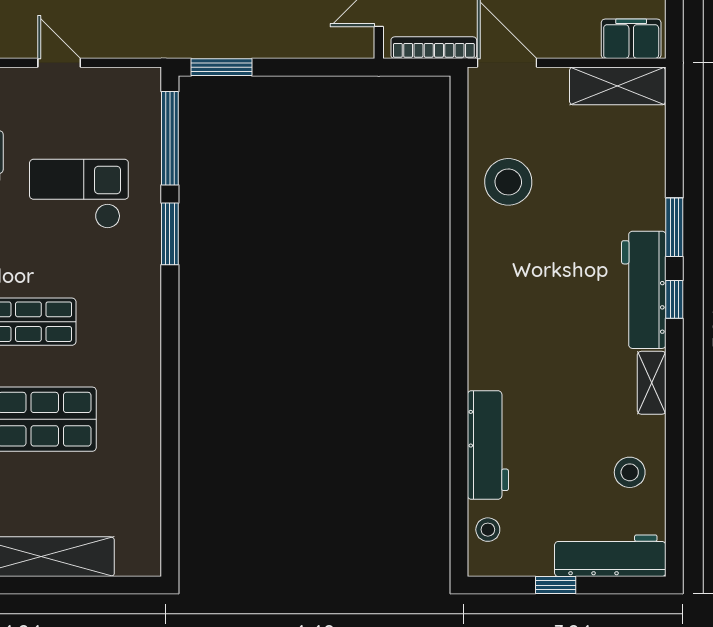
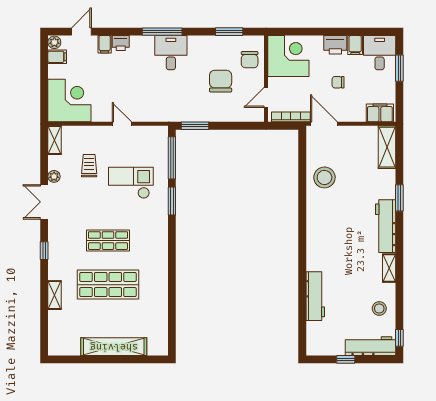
shelving: (617, 86) -> (387, 147), moved, turned 90
window: (674, 299) -> (399, 338), moved
stool: (488, 530) -> (315, 334), removed

